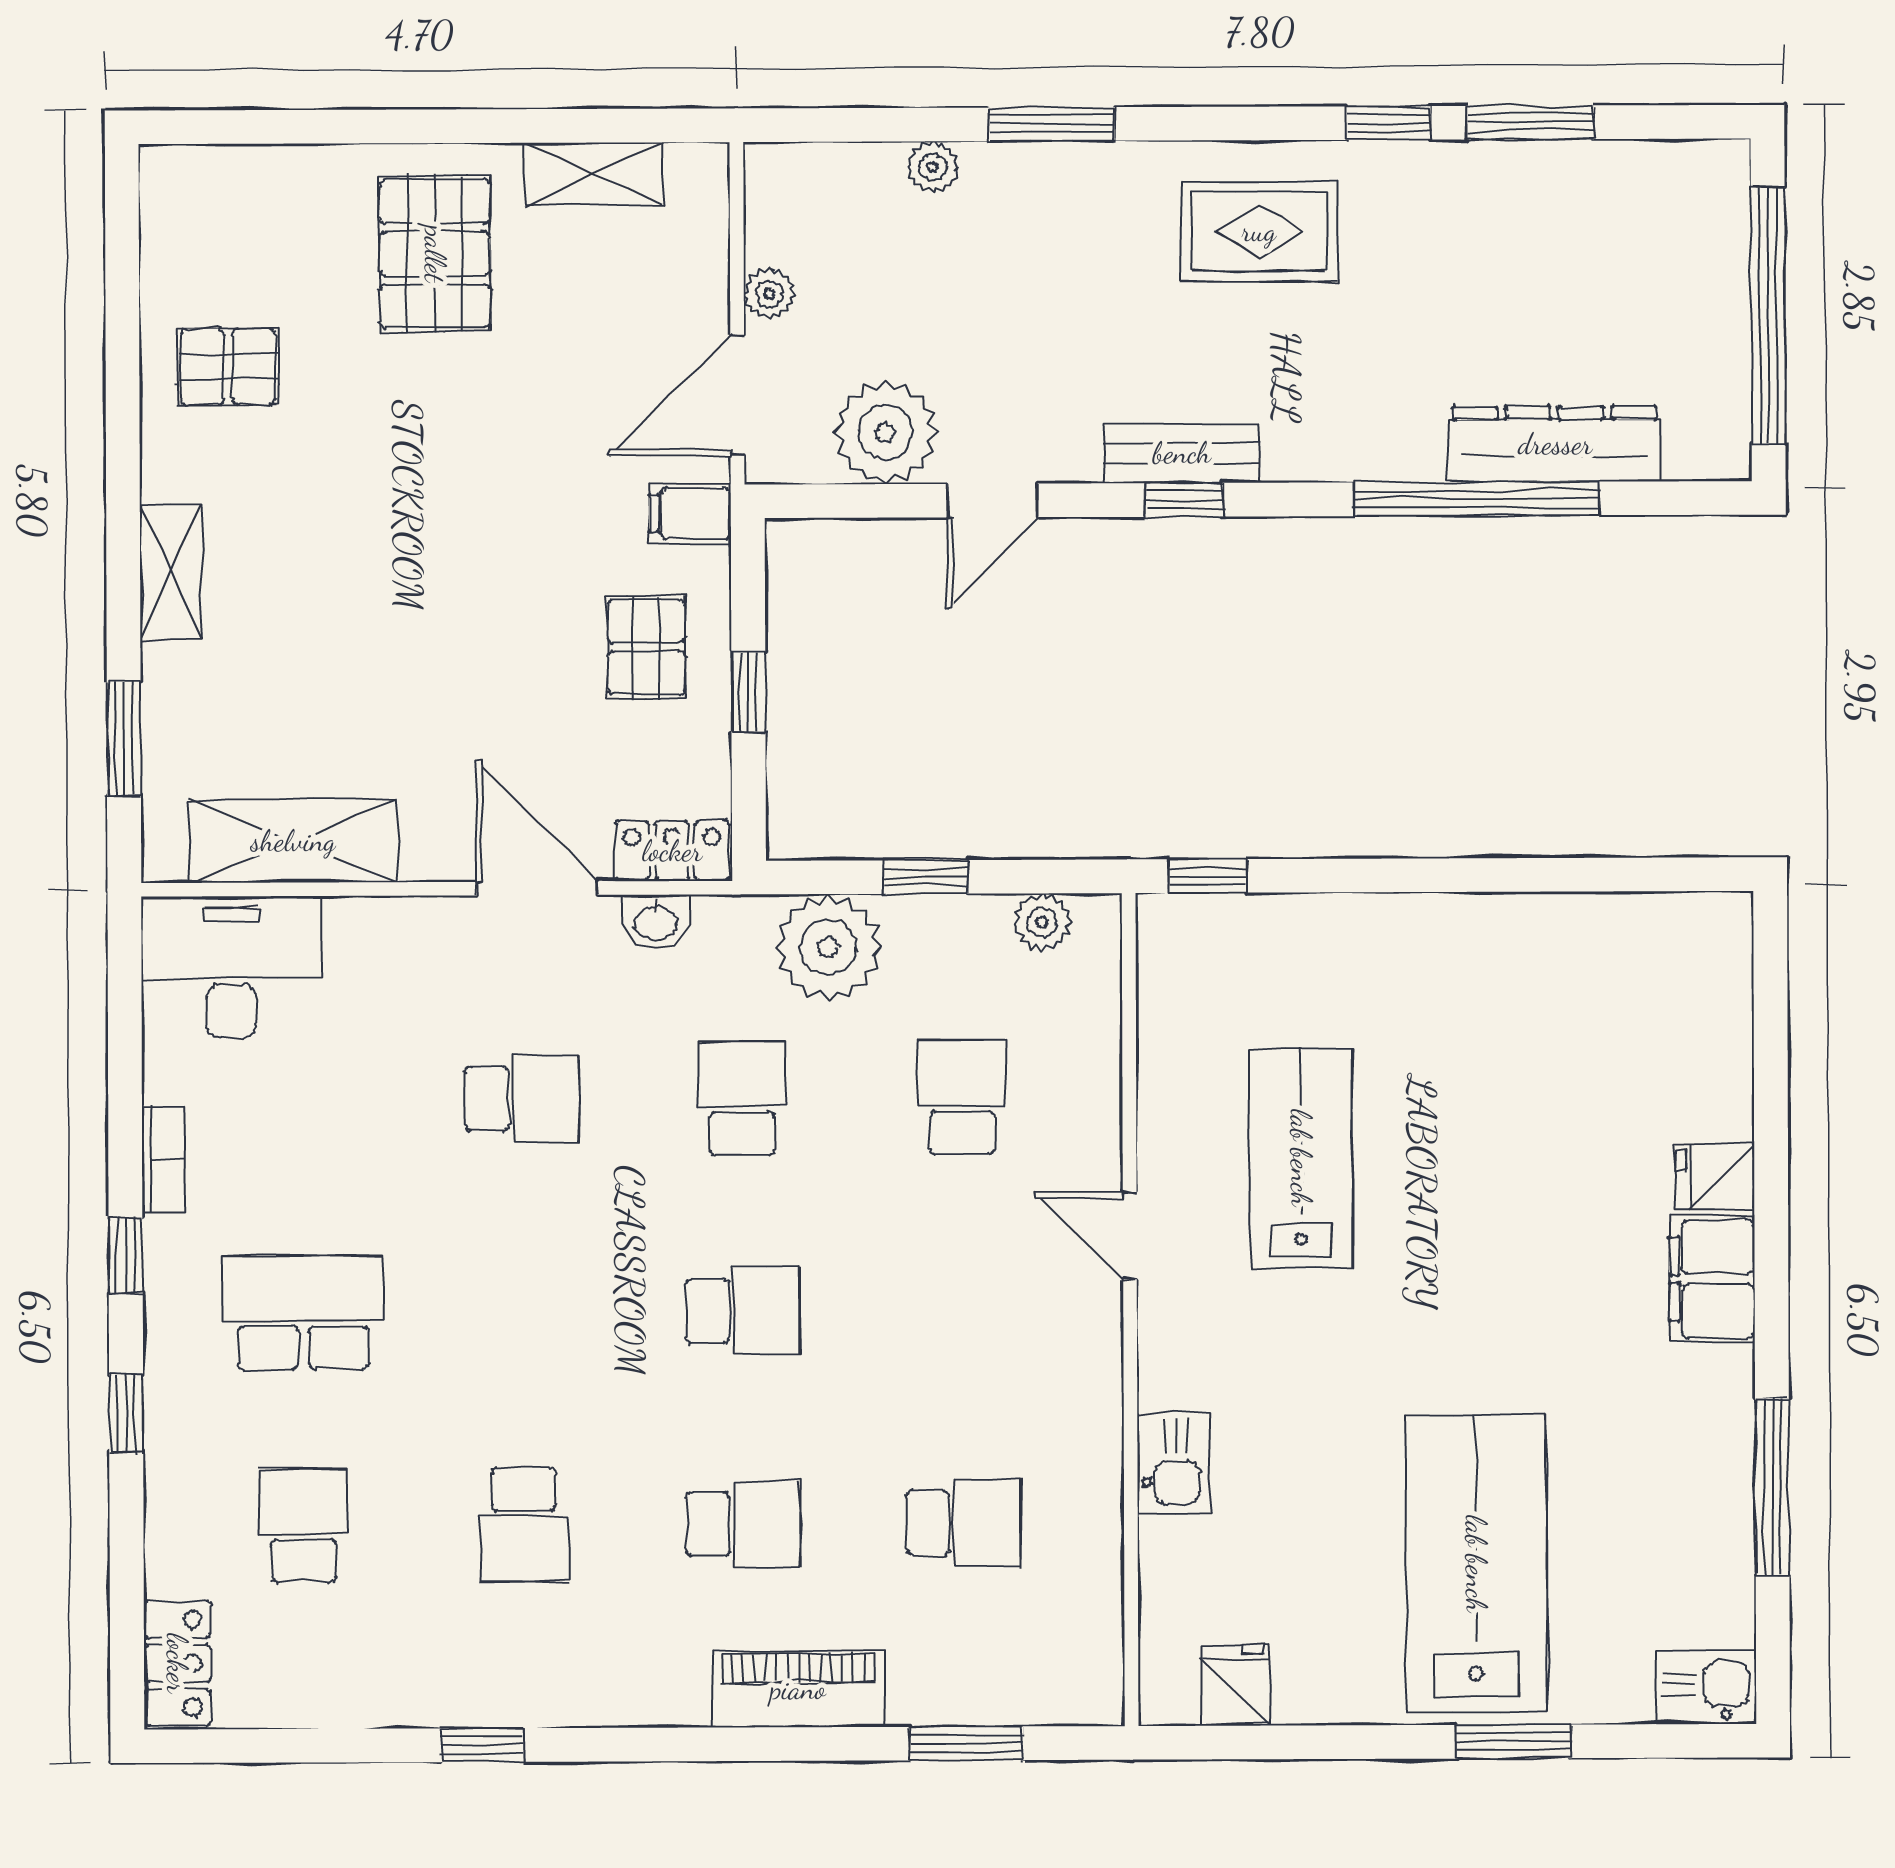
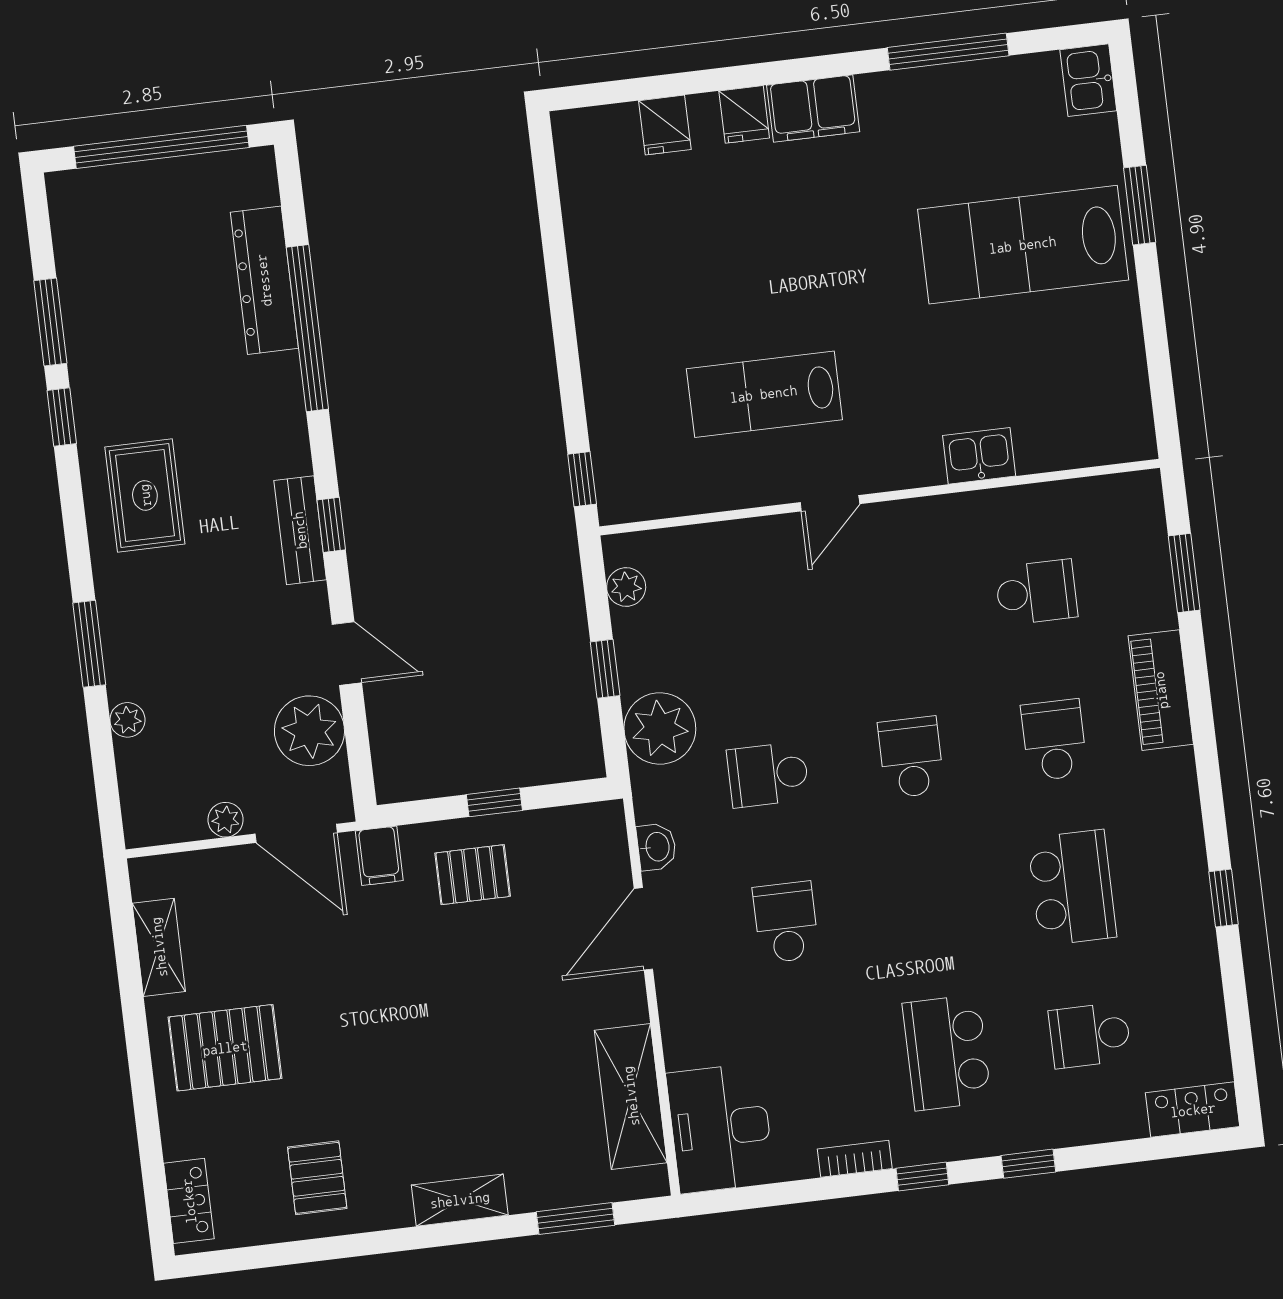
locker: (672, 851) -> (189, 1201), moved, turned 180
school desk: (962, 1097) -> (750, 627), removed
school desk: (963, 1523) -> (1036, 592), turned 90
school desk: (524, 1525) -> (1072, 888), width x1.85
fridge: (1236, 1685) -> (665, 125), moved, turned -90

